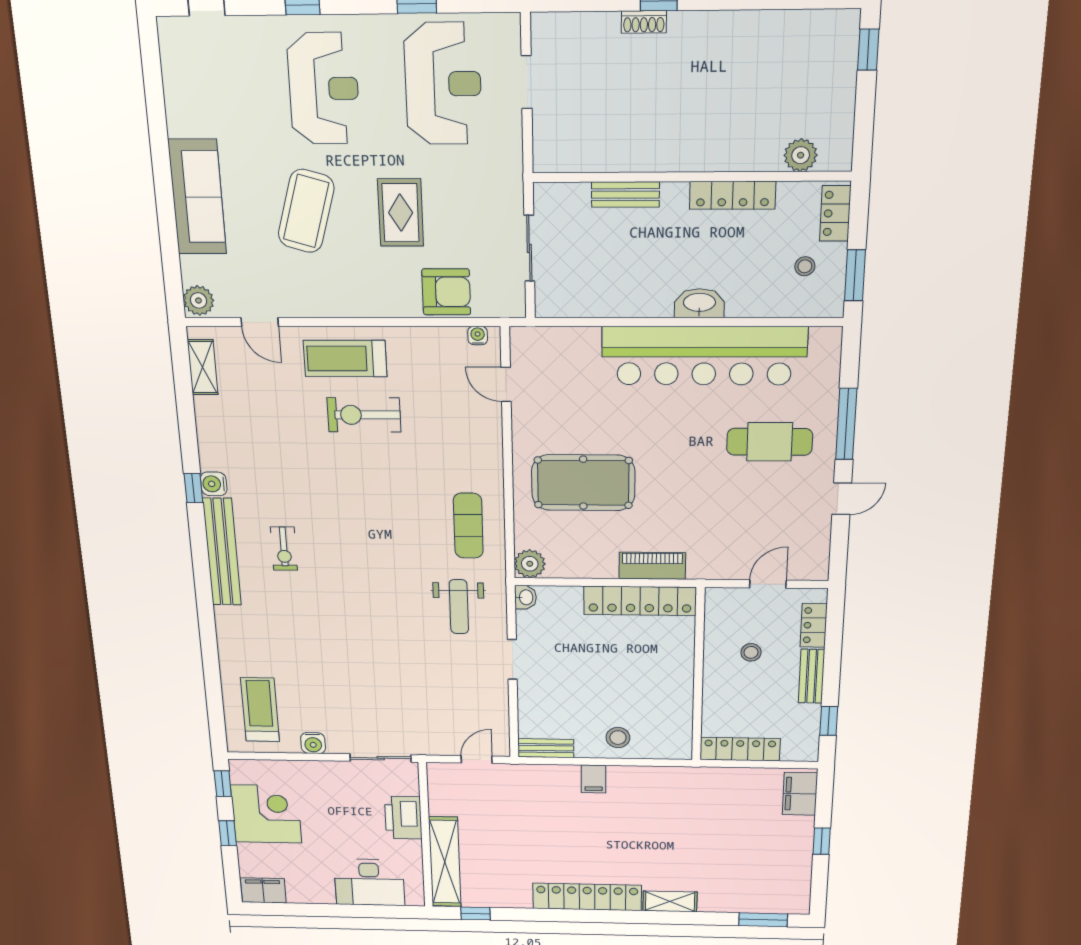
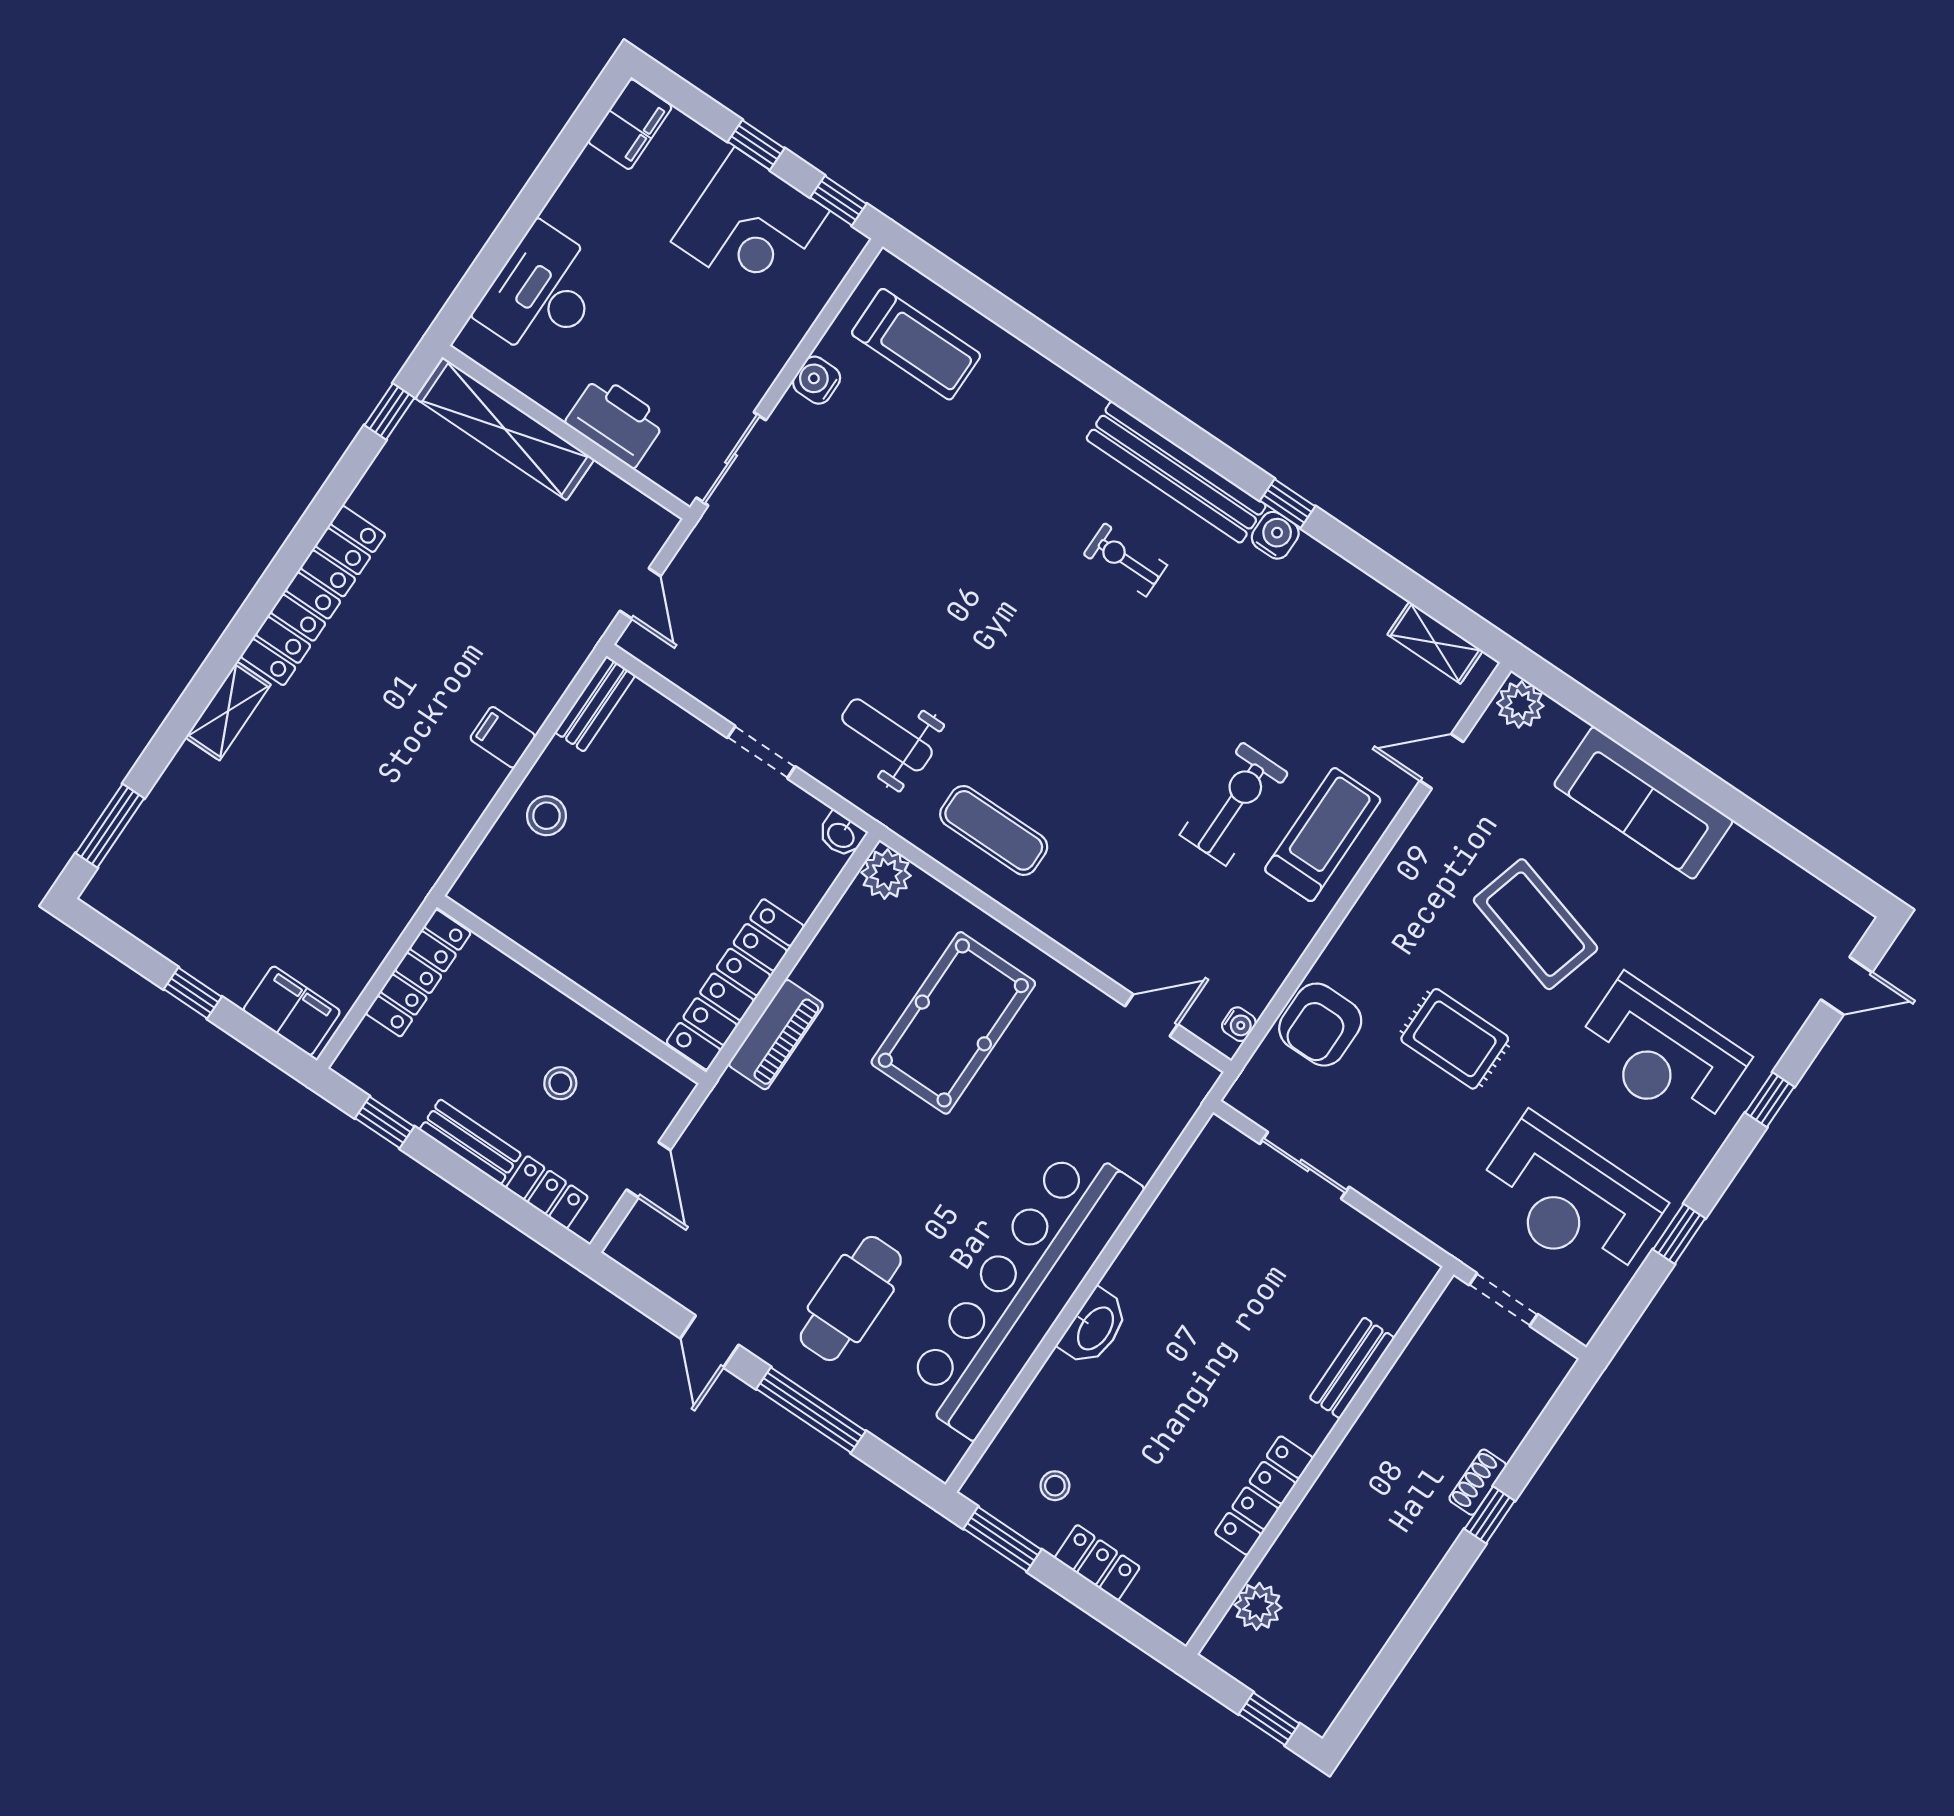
plant: (801, 155) -> (1258, 1606), moved
wall: (691, 177) -> (1320, 1461), moved
bench: (625, 195) -> (1352, 1368), moved
locker: (733, 195) -> (1264, 1495), moved

